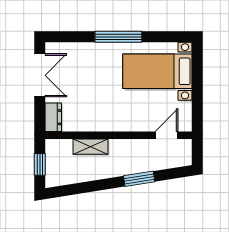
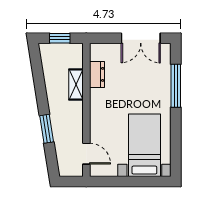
window: (118, 37) -> (176, 86), moved
dresser: (53, 117) -> (97, 74), moved, turned -90

